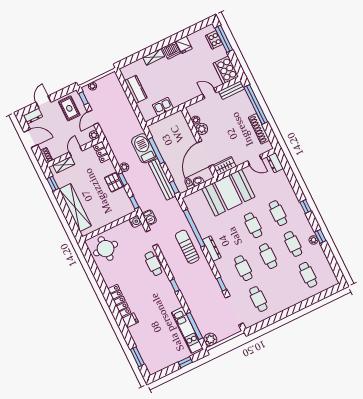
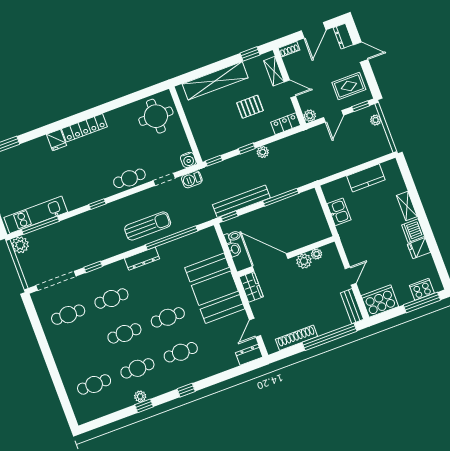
door: (93, 118) -> (334, 116), swing flipped
barbecue: (144, 148) -> (286, 181), removed
pallet: (114, 182) -> (250, 107), moved

